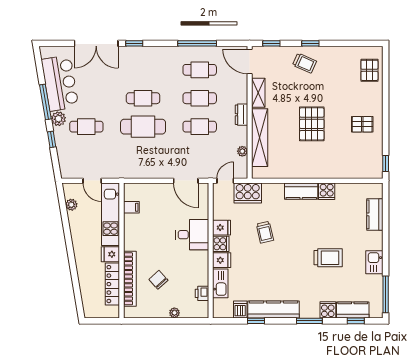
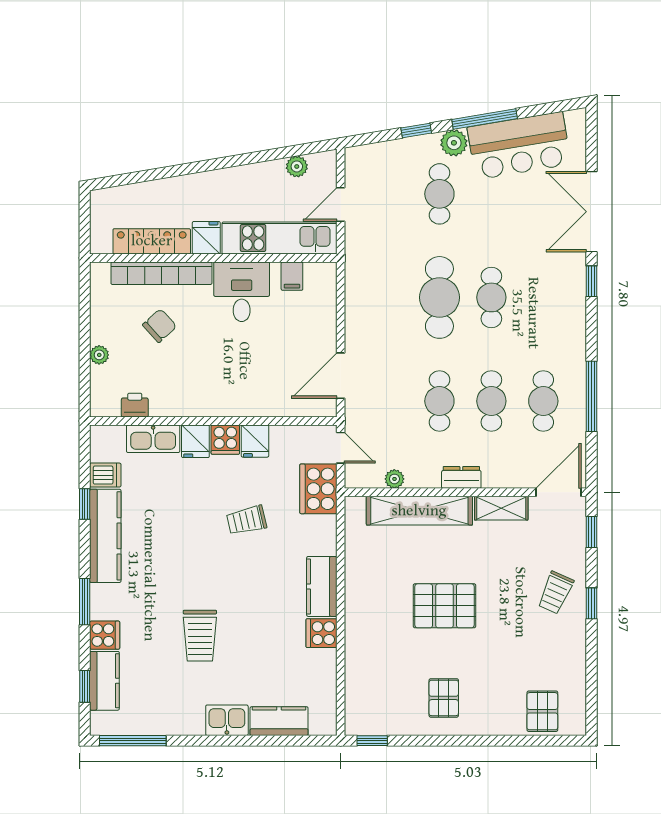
pallet: (369, 70) -> (542, 711), turned 90
desk: (192, 235) -> (242, 292), moved, turned 180
kitchen sink: (374, 262) -> (227, 720), moved

